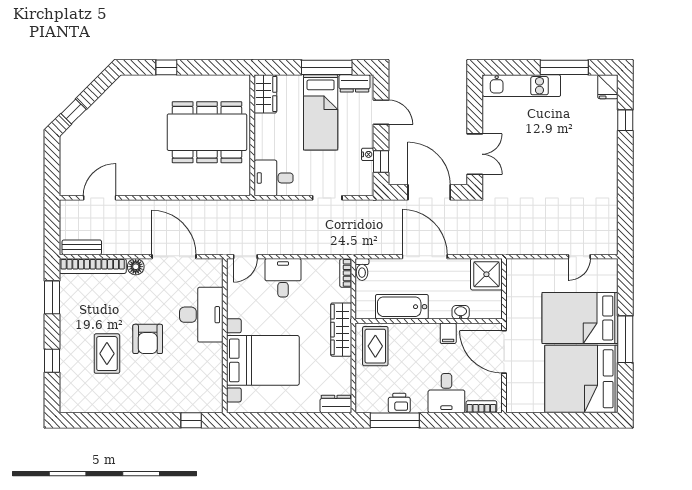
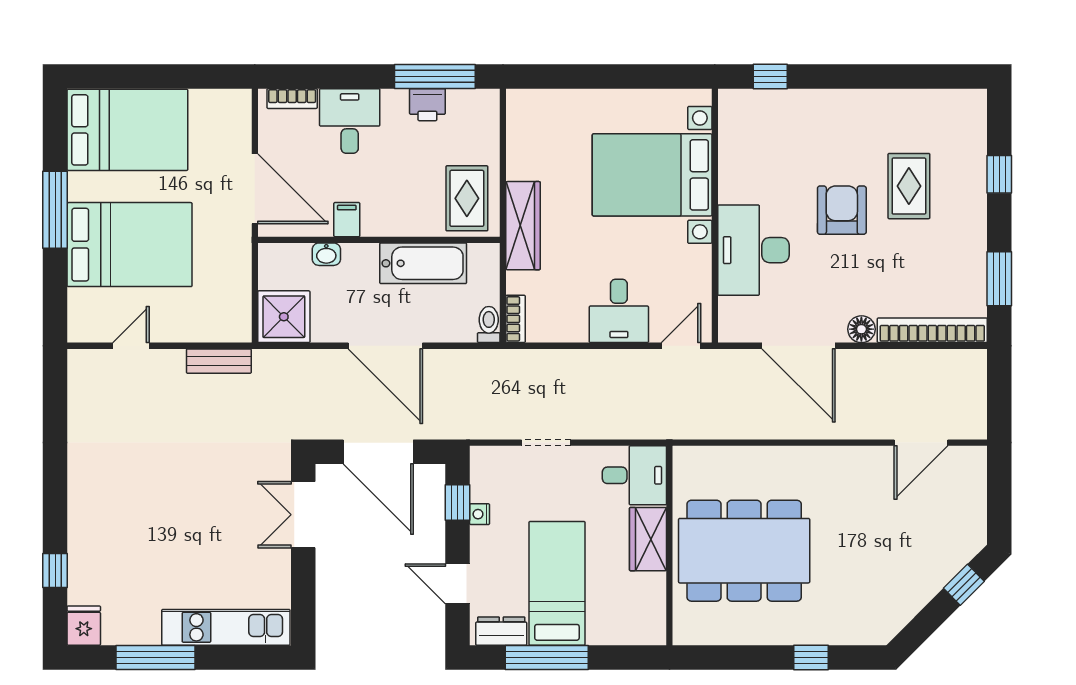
wardrobe: (265, 94) -> (648, 539), moved
bench: (82, 247) -> (219, 361), moved
bed: (581, 379) -> (127, 130), width x0.73
dresser: (336, 404) -> (532, 103), removed

